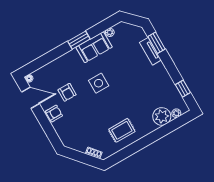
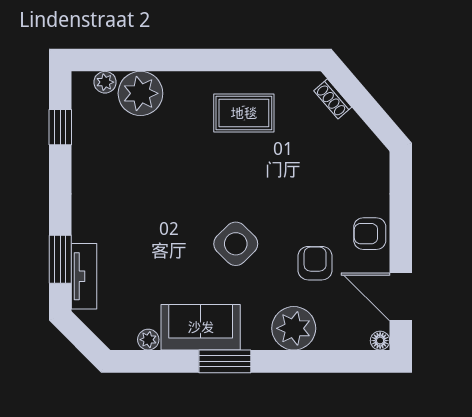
tv unit: (150, 51) -> (84, 276), moved
plant: (61, 65) -> (294, 328), added
side table: (99, 83) -> (236, 244), turned 45

